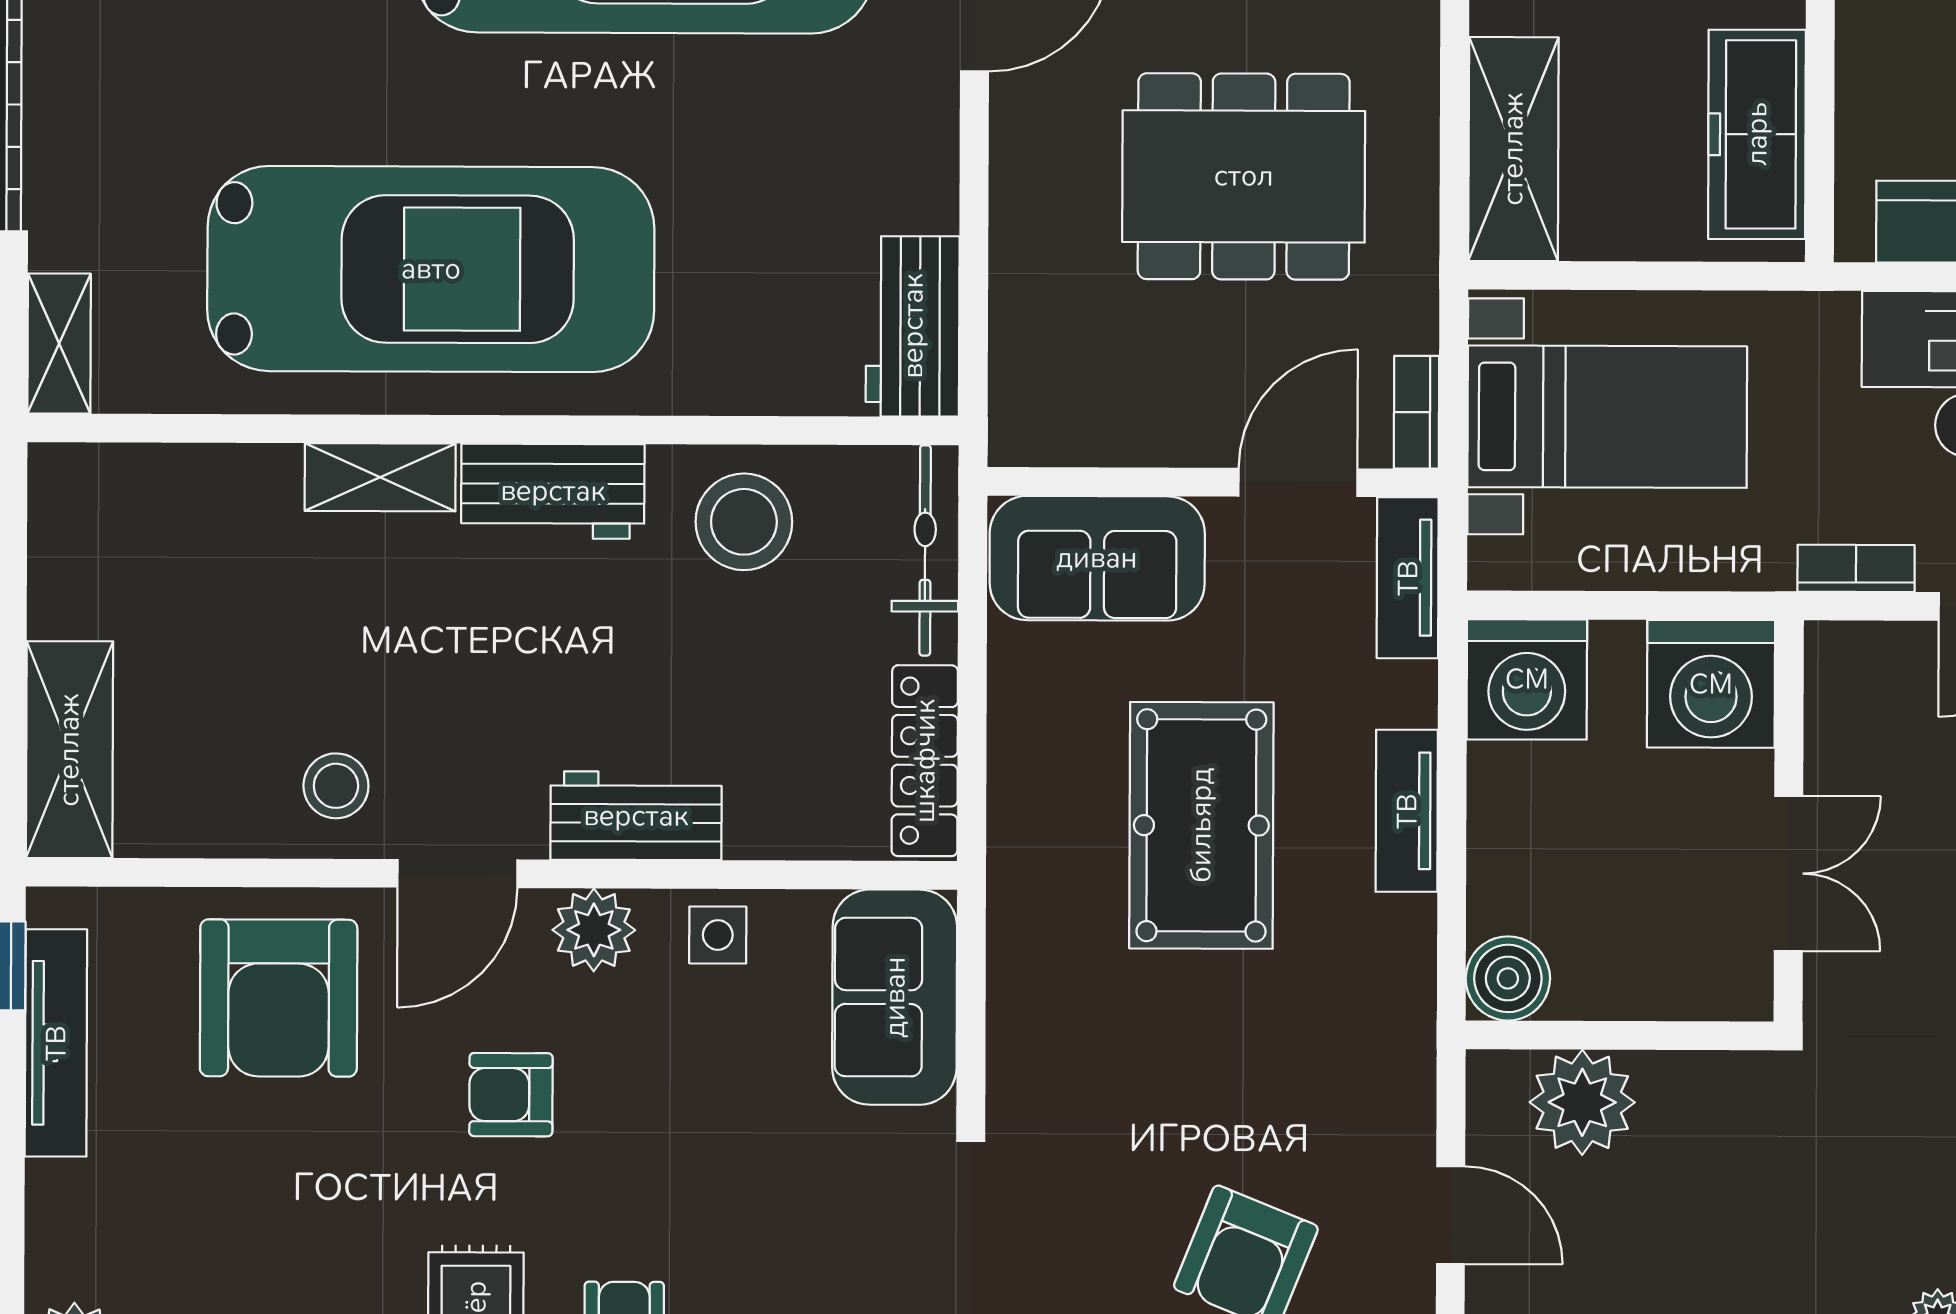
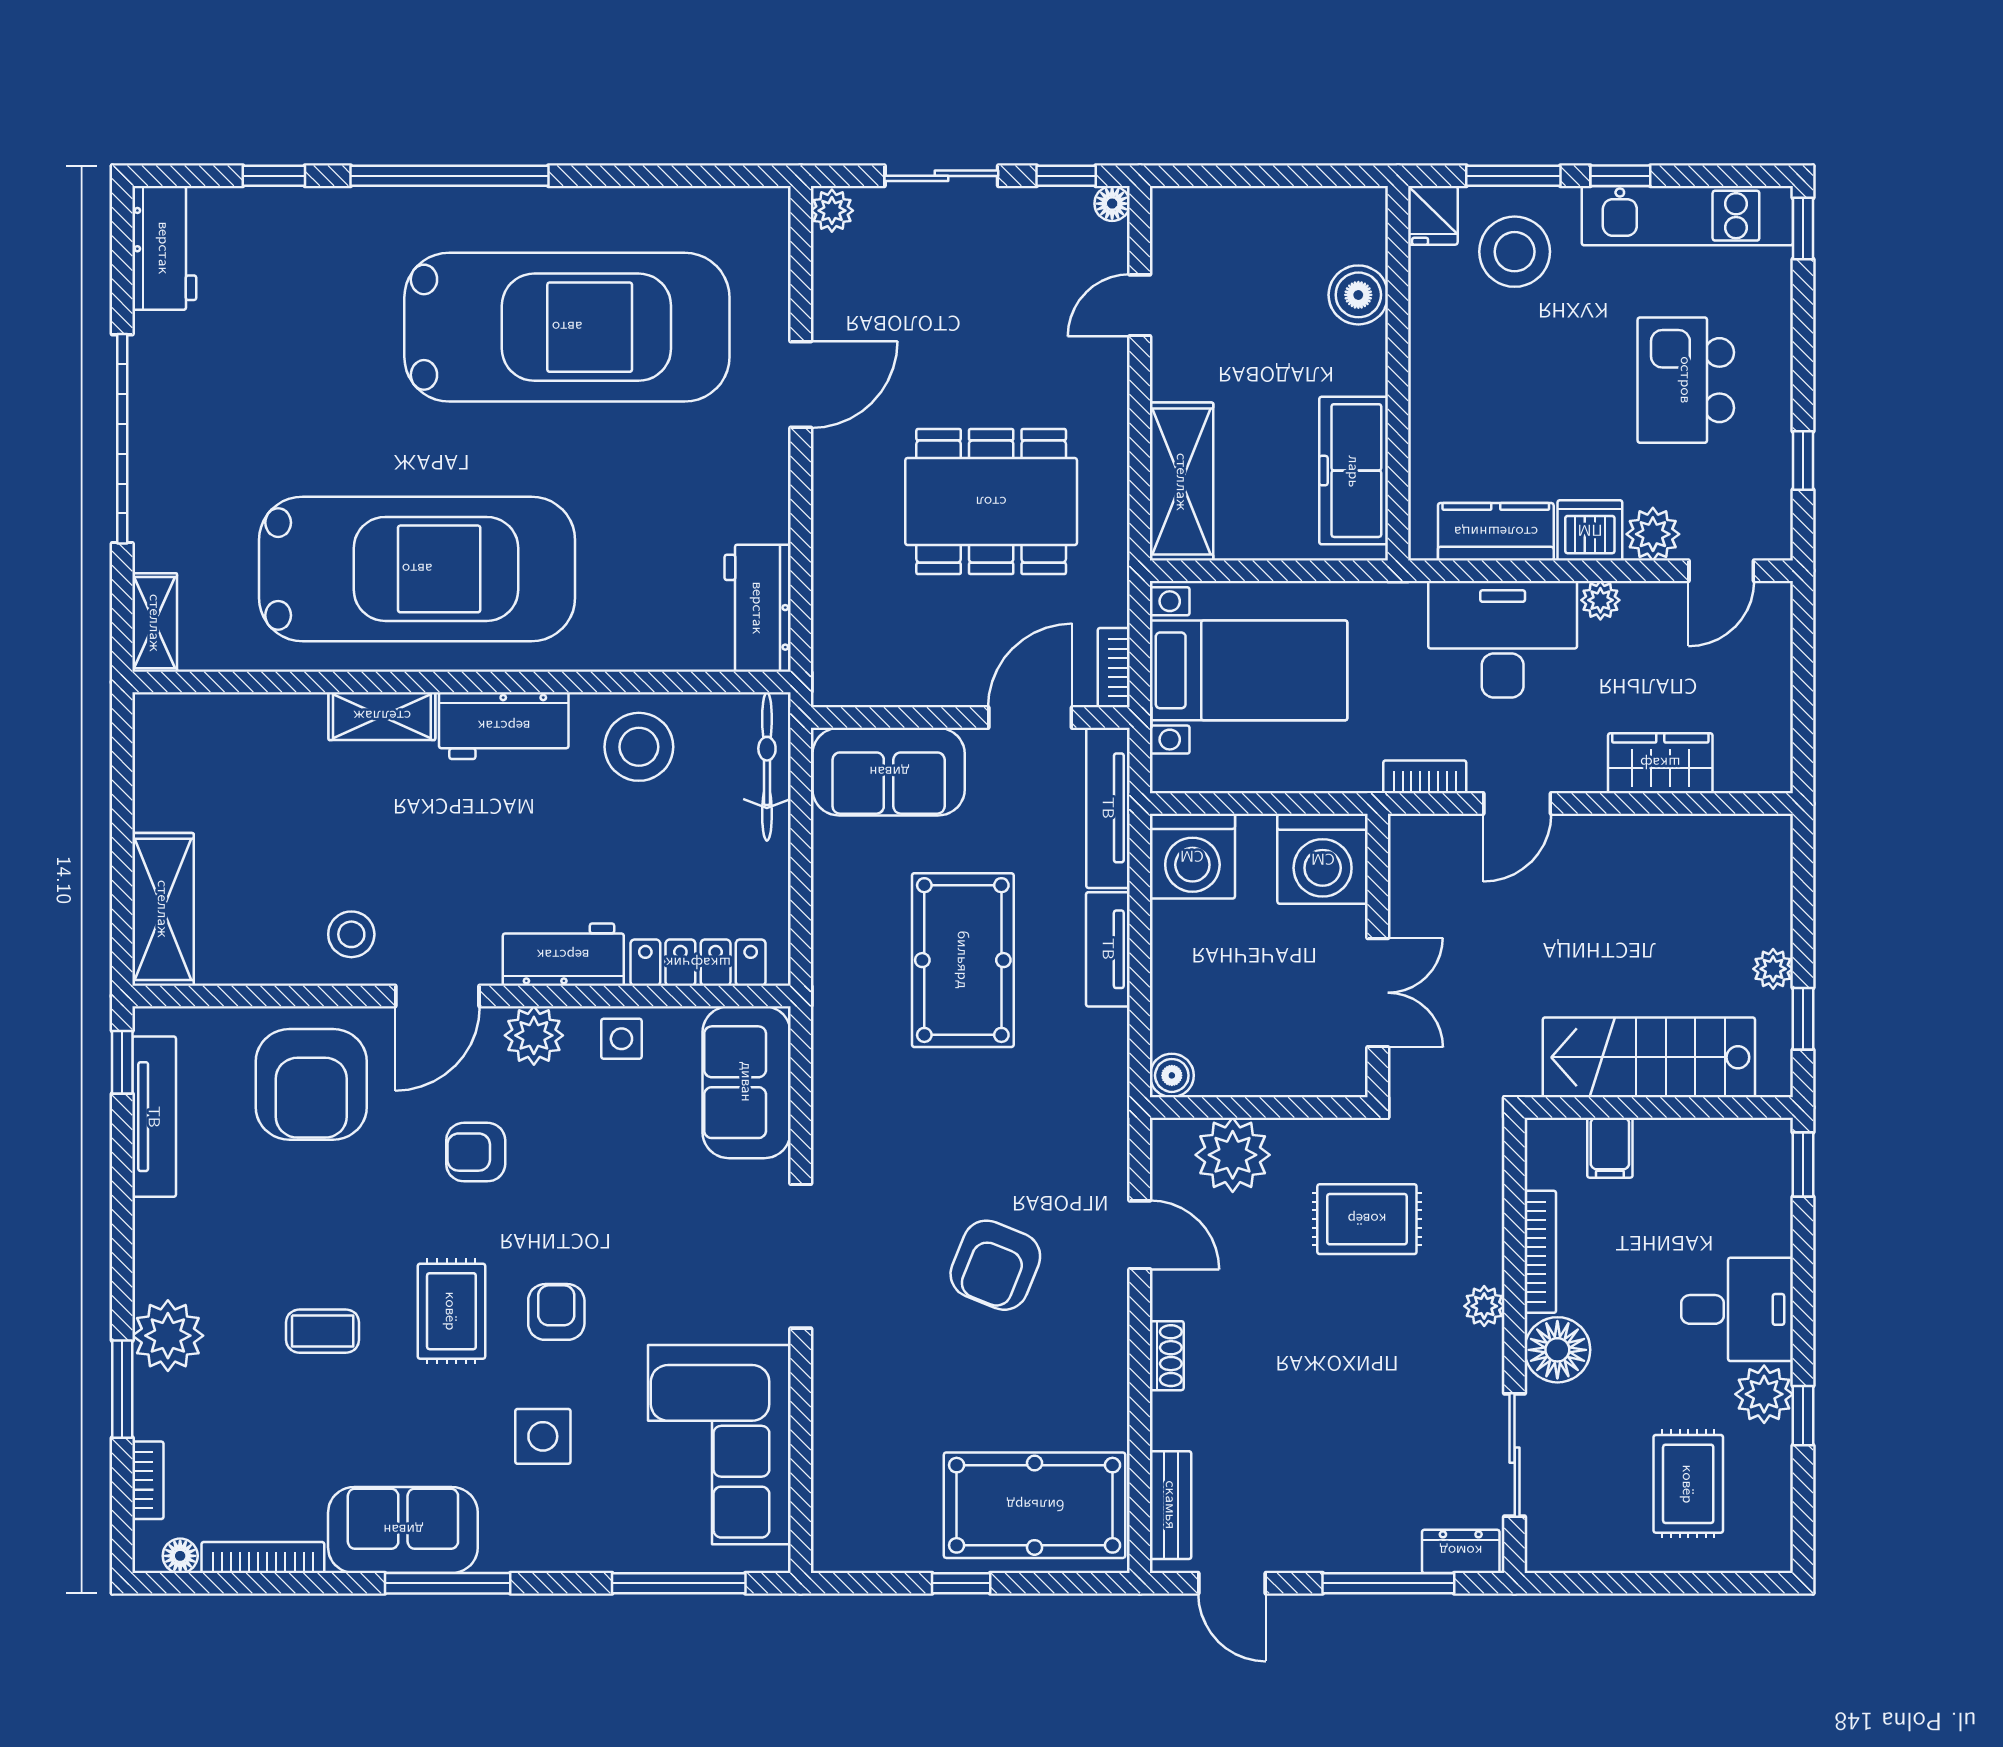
tv unit: (1408, 578) -> (1108, 808), width x1.41
locker: (925, 761) -> (698, 963), moved, turned 90
boiler: (1508, 978) -> (1172, 1075), width x0.73, depth x0.73
rug: (1772, 1194) -> (1367, 1219), added

